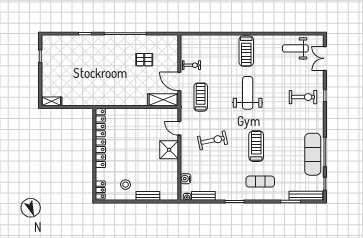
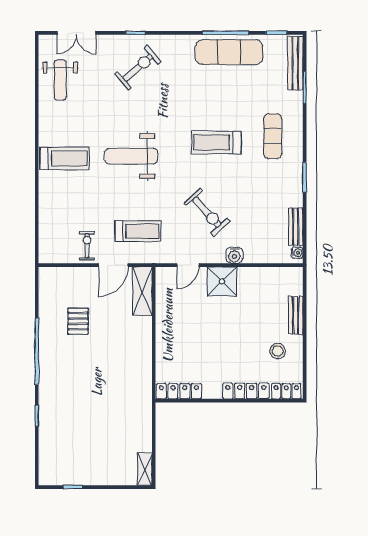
treadmill: (201, 97) -> (138, 231), turned 180
exercise bike: (303, 97) -> (138, 68), turned 49
exercise bike: (213, 140) -> (207, 212), turned 150
locker: (100, 153) -> (246, 391), moved
water cooler: (186, 179) -> (234, 255), moved

